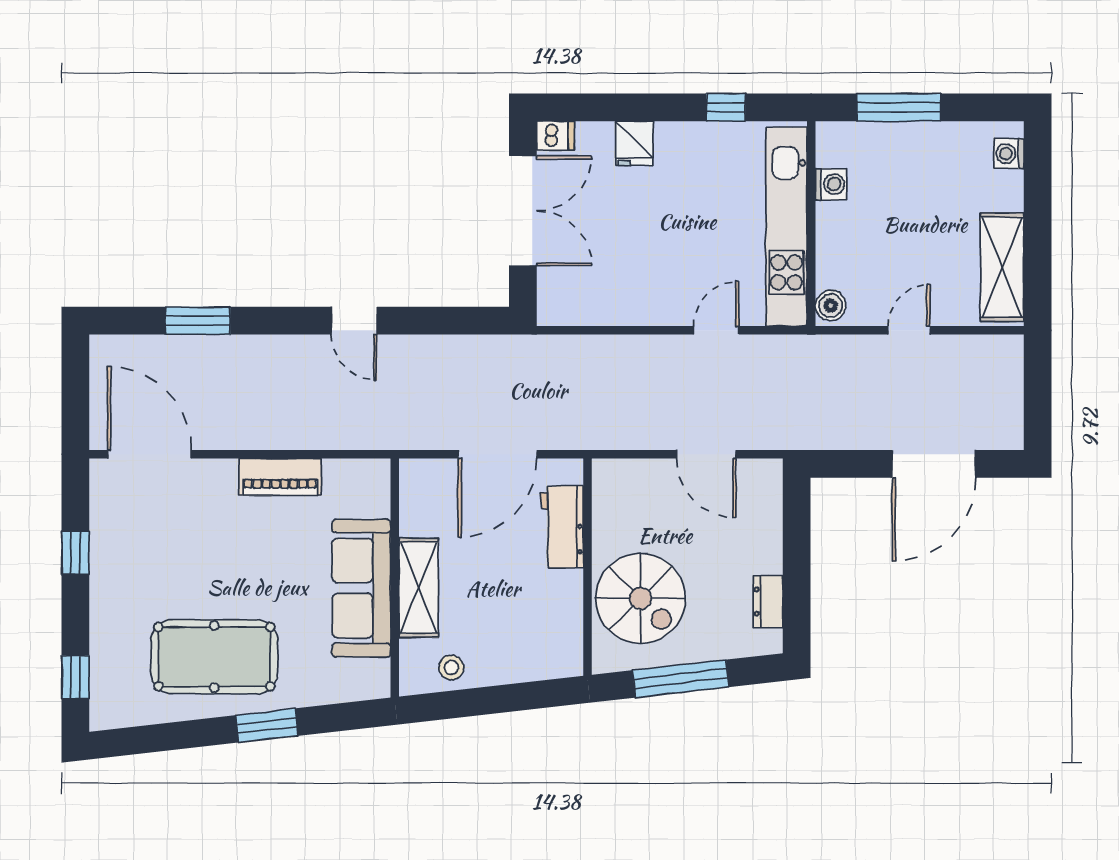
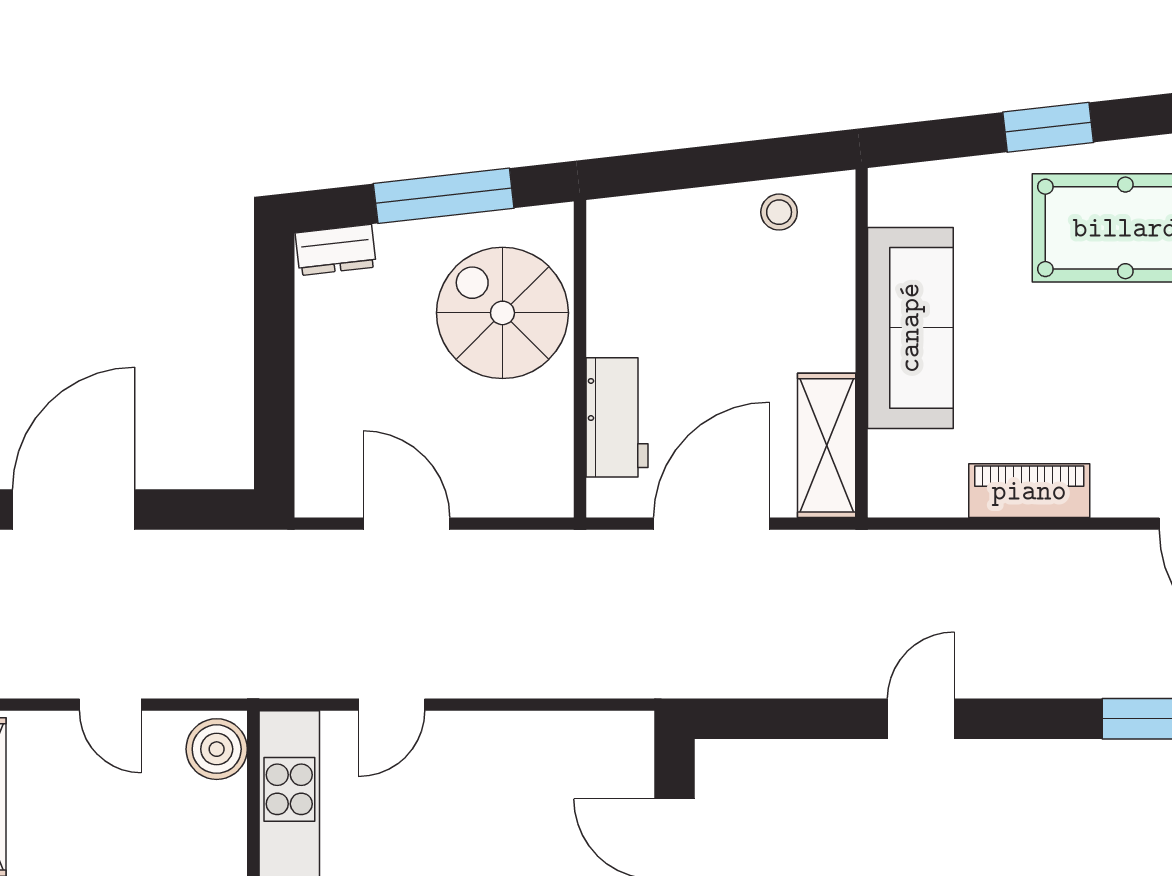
boiler: (831, 306) -> (217, 749), width x1.36, depth x1.36
door: (354, 321) -> (921, 719), hinge flipped
door: (909, 330) -> (110, 705), hinge flipped
shelving: (419, 588) -> (827, 445), moved
dresser: (768, 602) -> (336, 250), moved, turned 84

